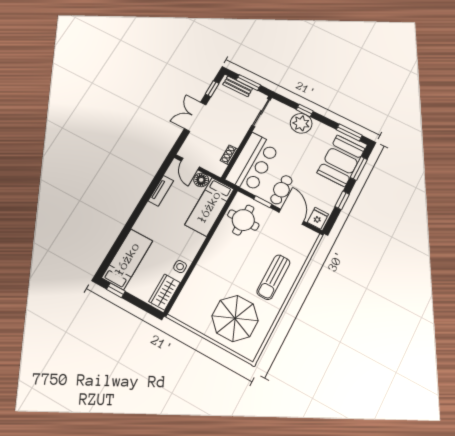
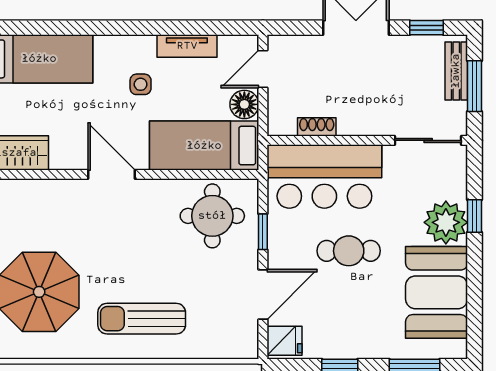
window: (349, 132) -> (474, 316), removed
booth: (341, 161) -> (437, 292), moved, turned 90
cafe table: (281, 190) -> (349, 251), moved
door: (199, 255) -> (112, 174), added
side table: (180, 267) -> (141, 84), moved

